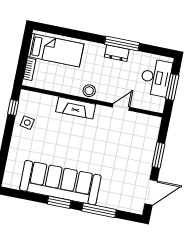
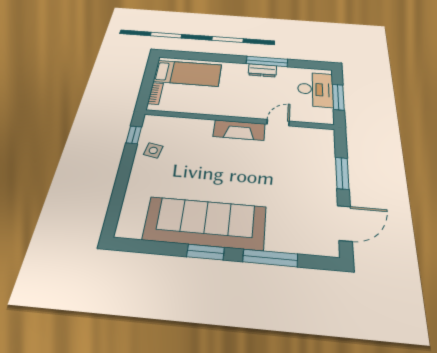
stool: (89, 91) -> (234, 109), removed
fireplace: (76, 108) -> (239, 130), moved

